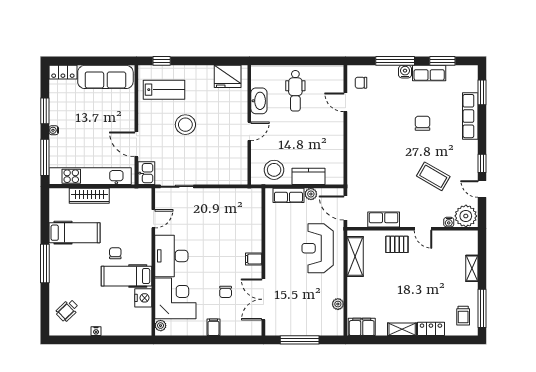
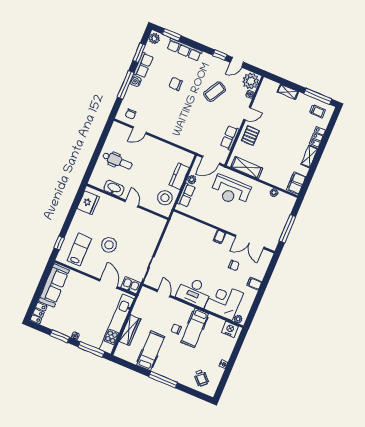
plant: (468, 73) -> (154, 39), added
door: (136, 144) -> (108, 284), swing flipped
nightstand: (143, 298) -> (230, 329), moved

